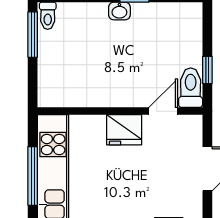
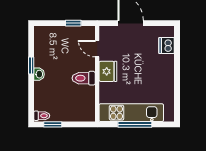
window: (33, 35) -> (53, 124), width x0.67
toilet: (191, 88) -> (84, 78), moved

